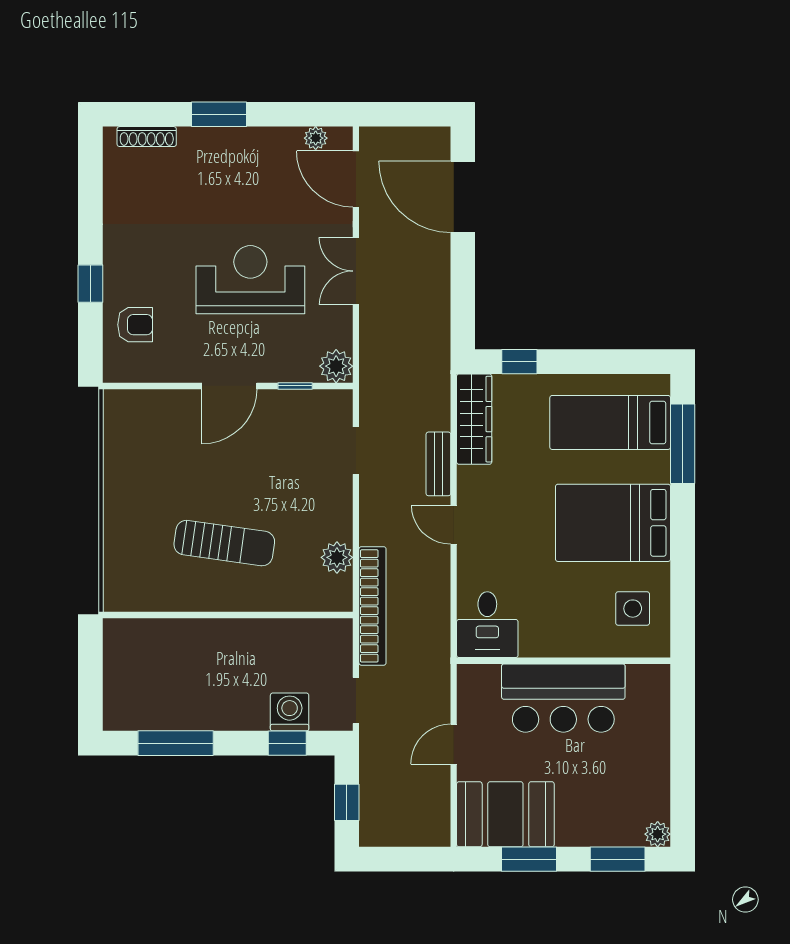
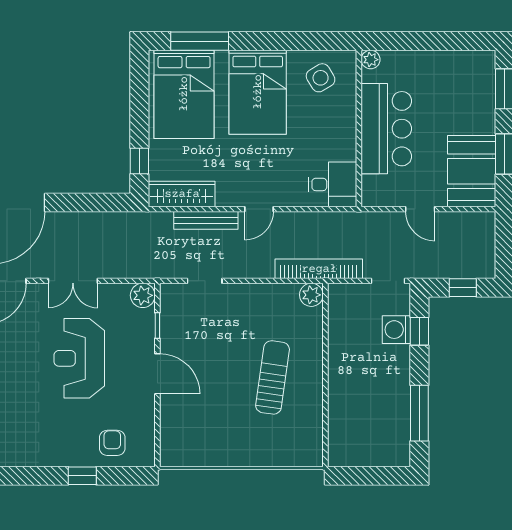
bed: (610, 422) -> (184, 94), width x1.50
bench: (438, 464) -> (206, 220), width x1.36
plant: (337, 557) -> (311, 295), moved
side table: (633, 609) -> (321, 78), turned -31
plant: (658, 834) -> (371, 60), moved

